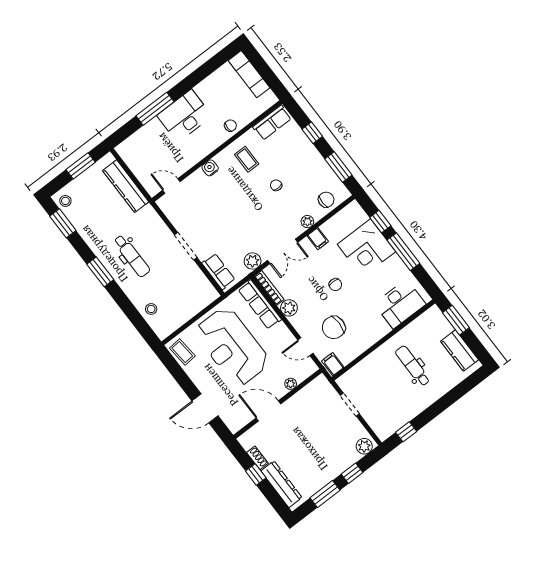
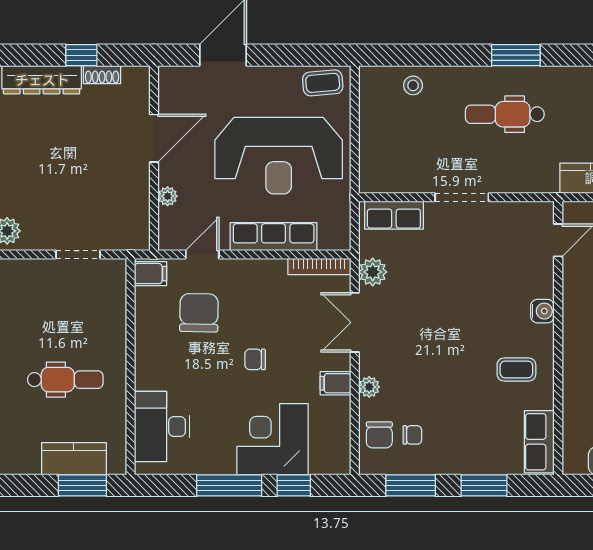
chair: (230, 126) -> (579, 382), removed
window: (312, 133) -> (484, 485), width x1.50
chair: (276, 185) -> (412, 435), moved
row of seats: (260, 304) -> (274, 237), moved
plant: (289, 308) -> (272, 273), removed
reception desk: (232, 347) -> (279, 156), turned 180
kitchen counter: (460, 350) -> (74, 459), moved

